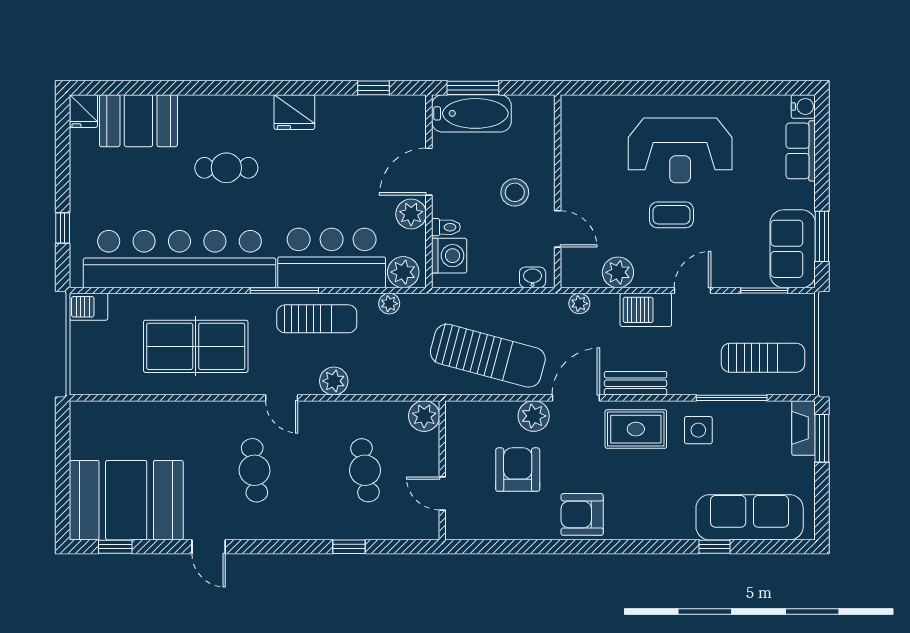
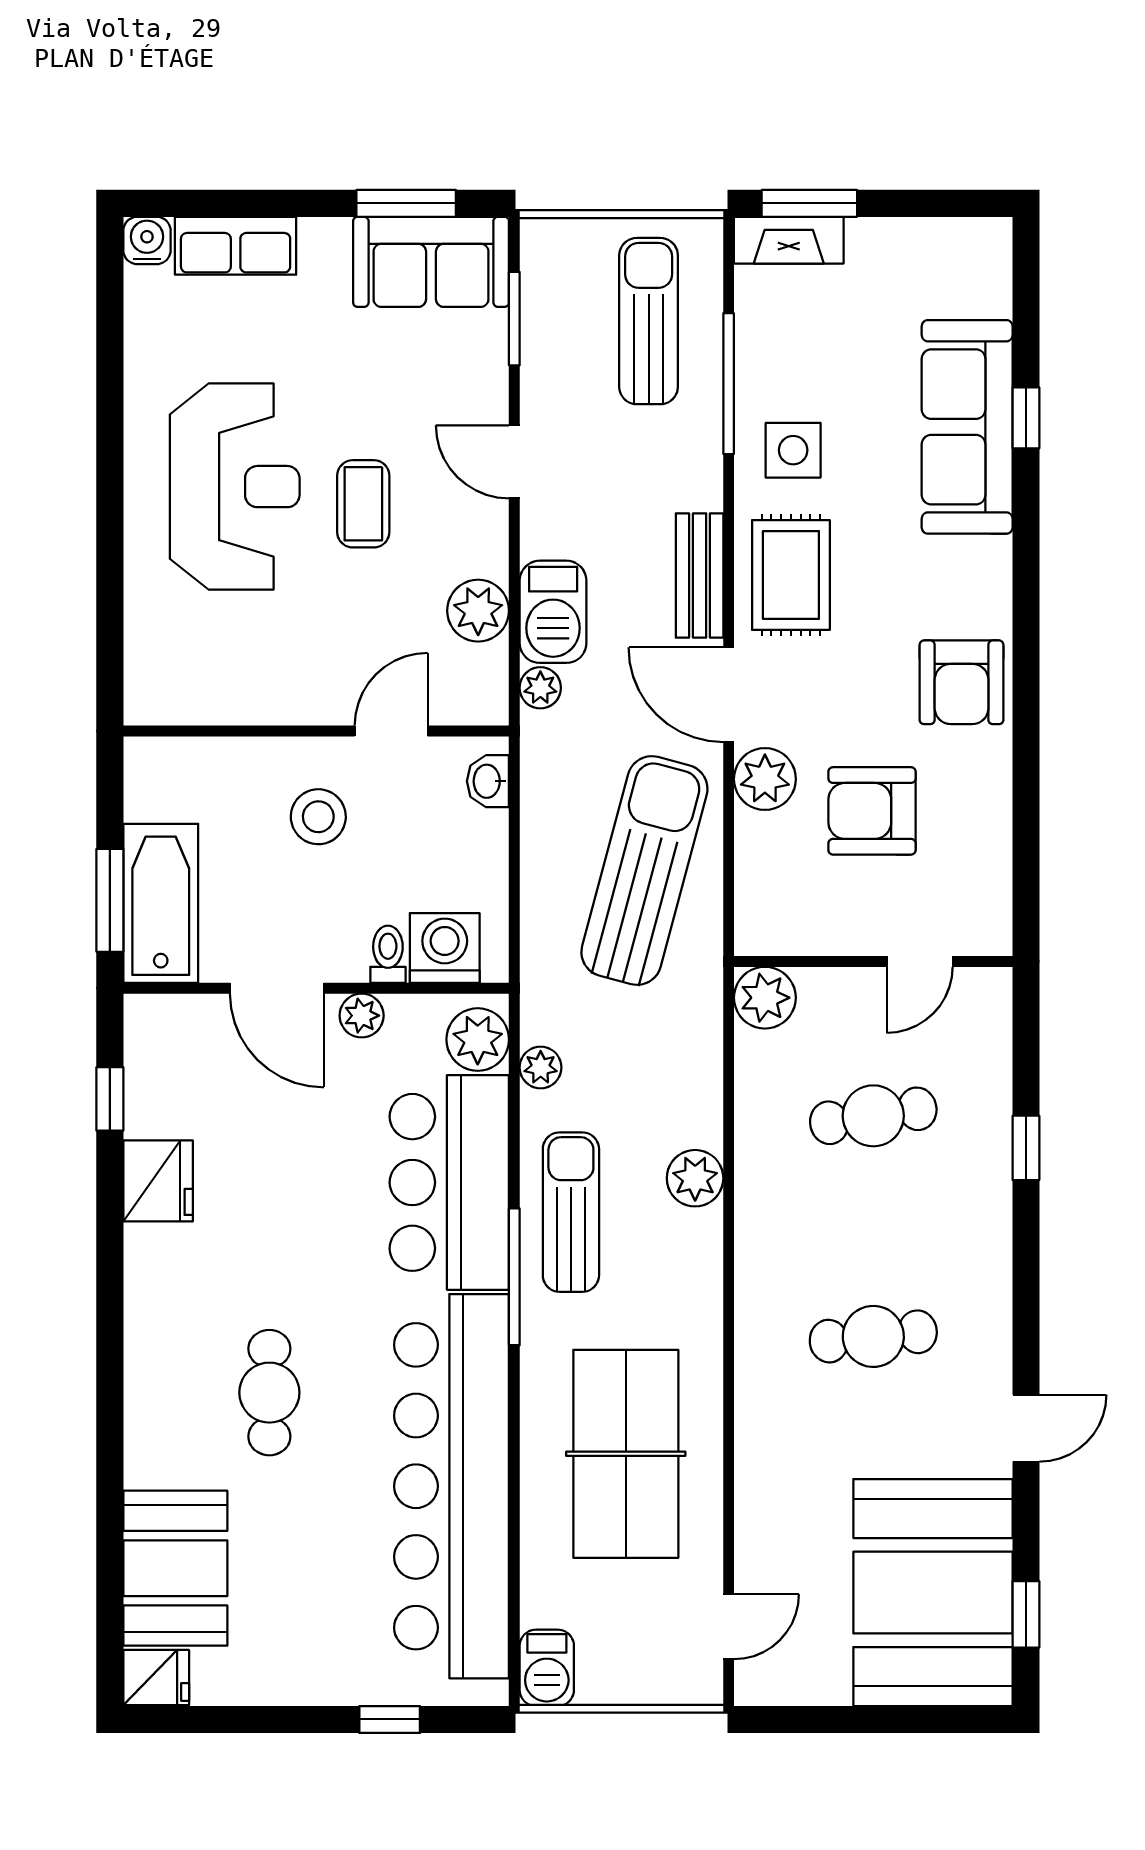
fridge: (294, 112) -> (158, 1181), moved
plant: (411, 214) -> (362, 1016), width x0.73, depth x0.73
barbecue: (646, 310) -> (553, 612), moved
door: (282, 398) -> (729, 1627), moved
sofa: (750, 517) -> (967, 427), moved

